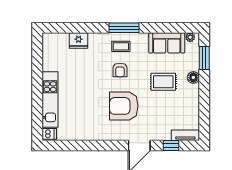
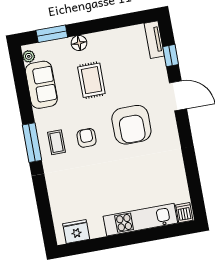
fridge: (79, 40) -> (76, 231), moved, turned -90
armchair: (120, 70) -> (87, 138), turned -90

